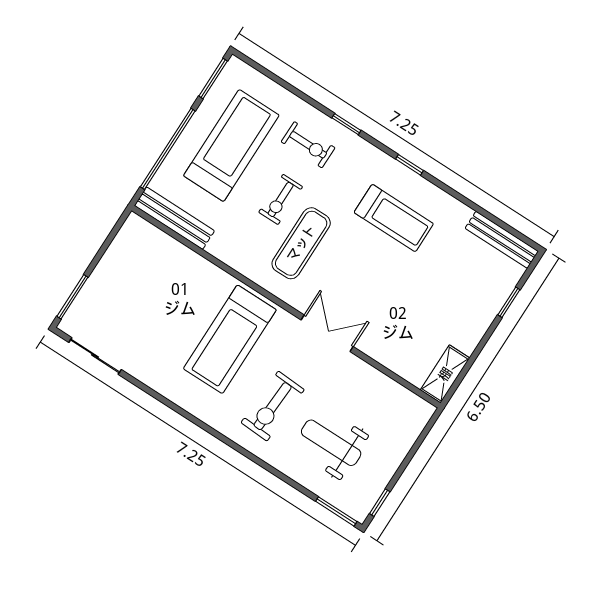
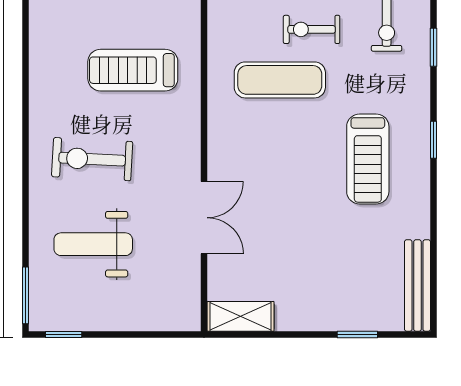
double door: (327, 333) -> (204, 218), moved
treadmill: (230, 339) -> (133, 70), width x0.73, depth x0.73
weight bench: (331, 443) -> (93, 244), turned -90

